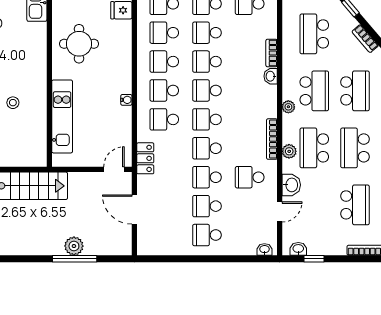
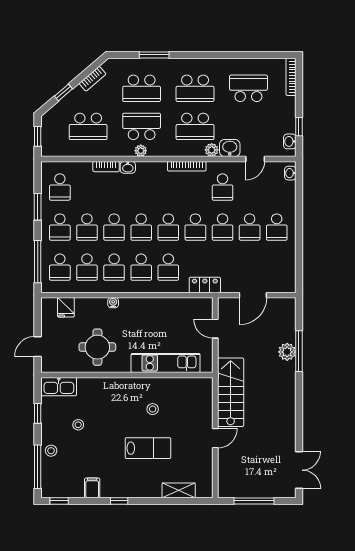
school desk: (355, 91) -> (142, 88), turned 180
water cooler: (126, 100) -> (113, 303), moved
plant: (288, 107) -> (141, 151), moved
plant: (289, 151) -> (212, 150), moved
door: (114, 169) -> (215, 329), moved
door: (280, 212) -> (255, 159), swing flipped

